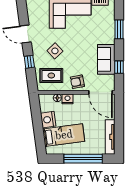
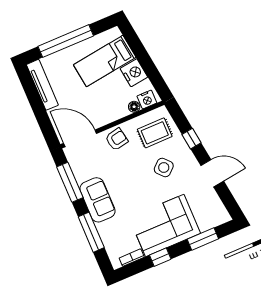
window: (119, 29) -> (91, 232), width x1.44
sofa: (106, 59) -> (97, 200), moved
window: (119, 67) -> (70, 182), width x2.17
nightstand: (67, 99) -> (147, 100), moved

